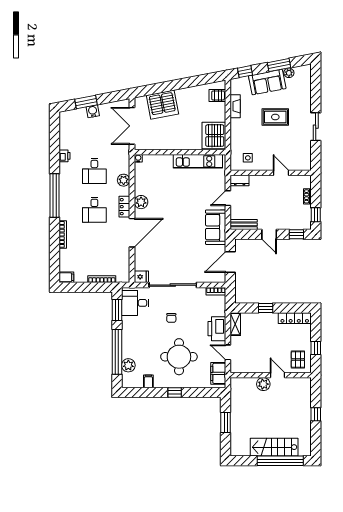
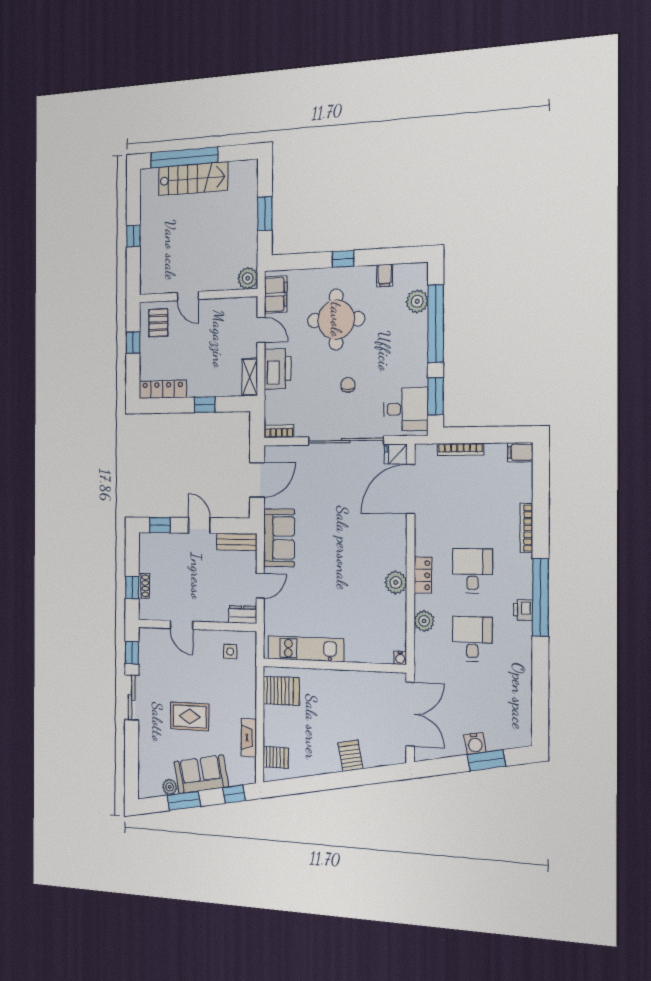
server rack: (162, 105) -> (350, 756), width x0.46, depth x0.70
server rack: (214, 136) -> (281, 691), width x0.63
window: (316, 155) -> (132, 653), added
printer: (65, 156) -> (523, 610), moved
window: (316, 215) -> (132, 588), moved
door: (132, 233) -> (411, 489), moved
plant: (263, 384) -> (248, 278), moved

